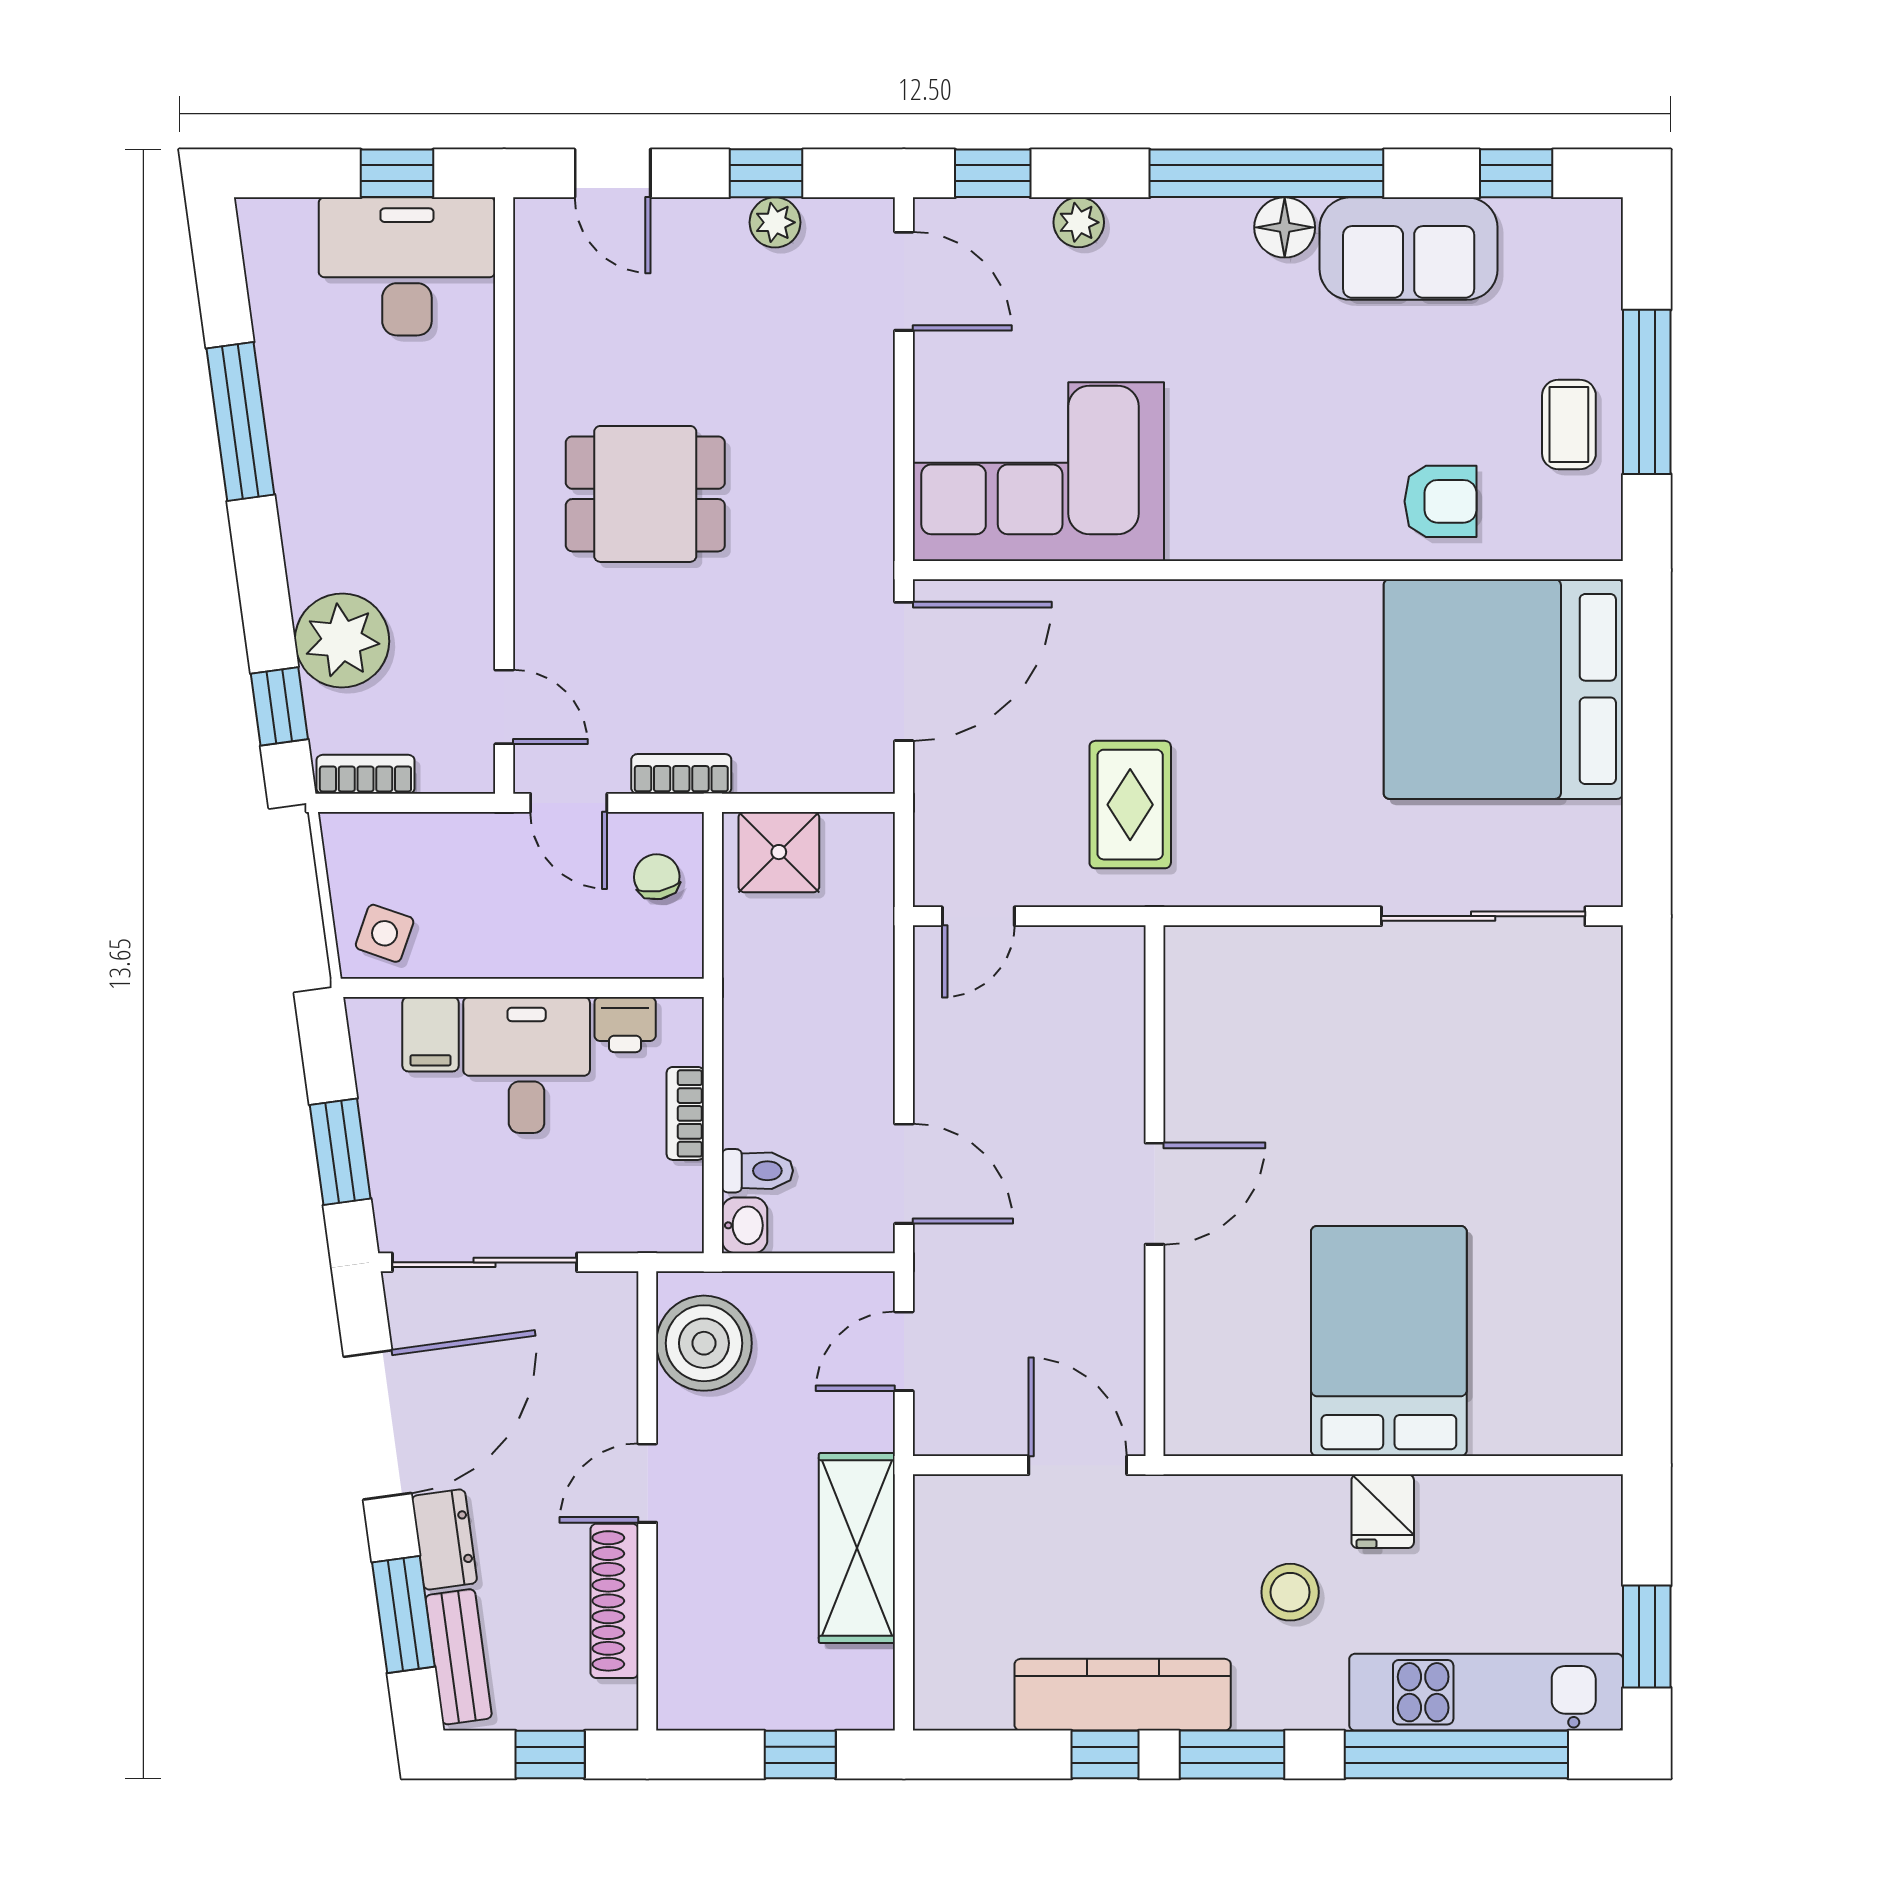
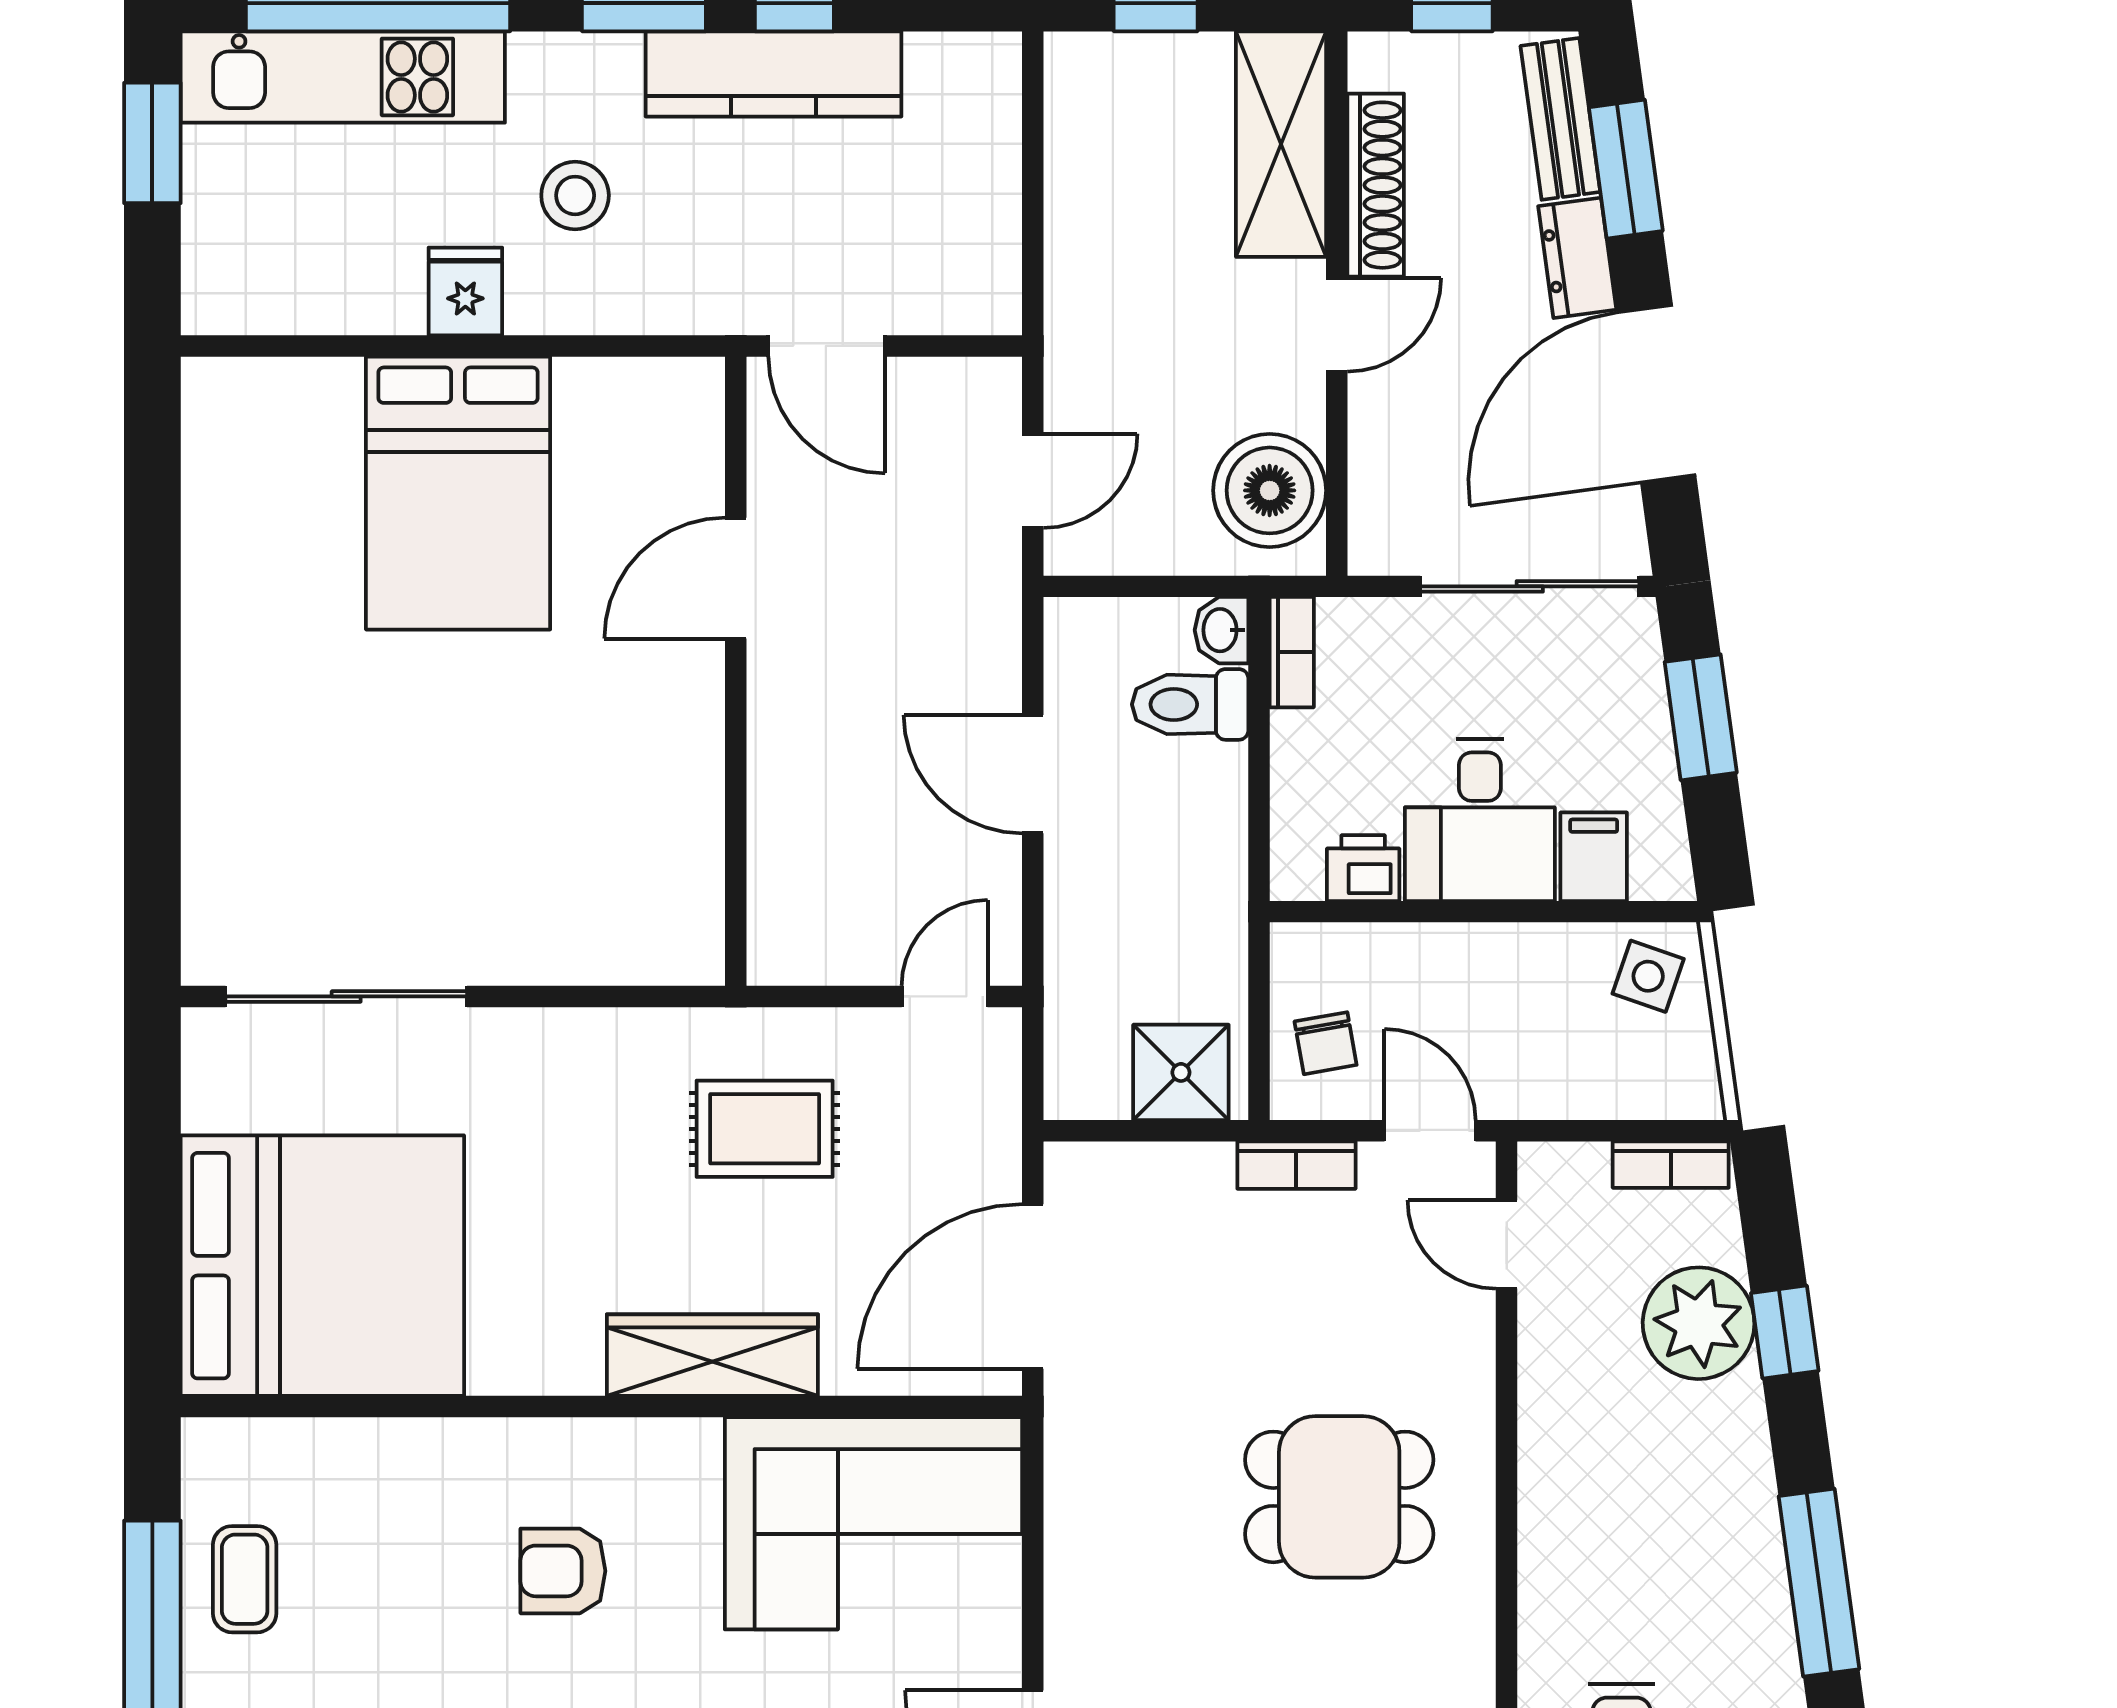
armchair: (1440, 501) -> (563, 1571), moved
wardrobe: (1174, 613) -> (712, 1355), added
window: (279, 706) -> (1785, 1332), moved
rug: (1130, 805) -> (765, 1129), turned 90
bookcase: (685, 1113) -> (1292, 652), moved
toilet: (757, 1171) -> (1190, 704), width x1.37, depth x1.39
door: (904, 1174) -> (1033, 774), moved
door: (1155, 1194) -> (736, 578), moved
shelving: (857, 1548) -> (1281, 144), moved

